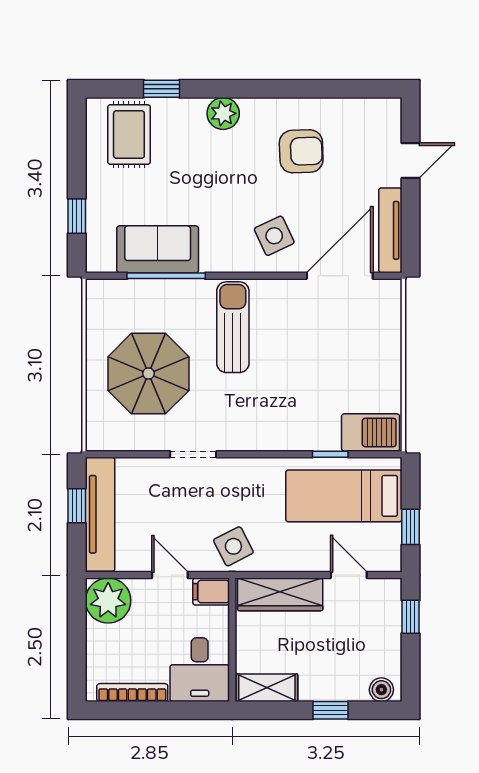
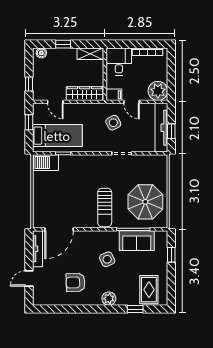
side table: (274, 236) -> (107, 259), moved
parasol: (148, 374) -> (145, 202), moved
side table: (233, 546) -> (113, 123), moved

